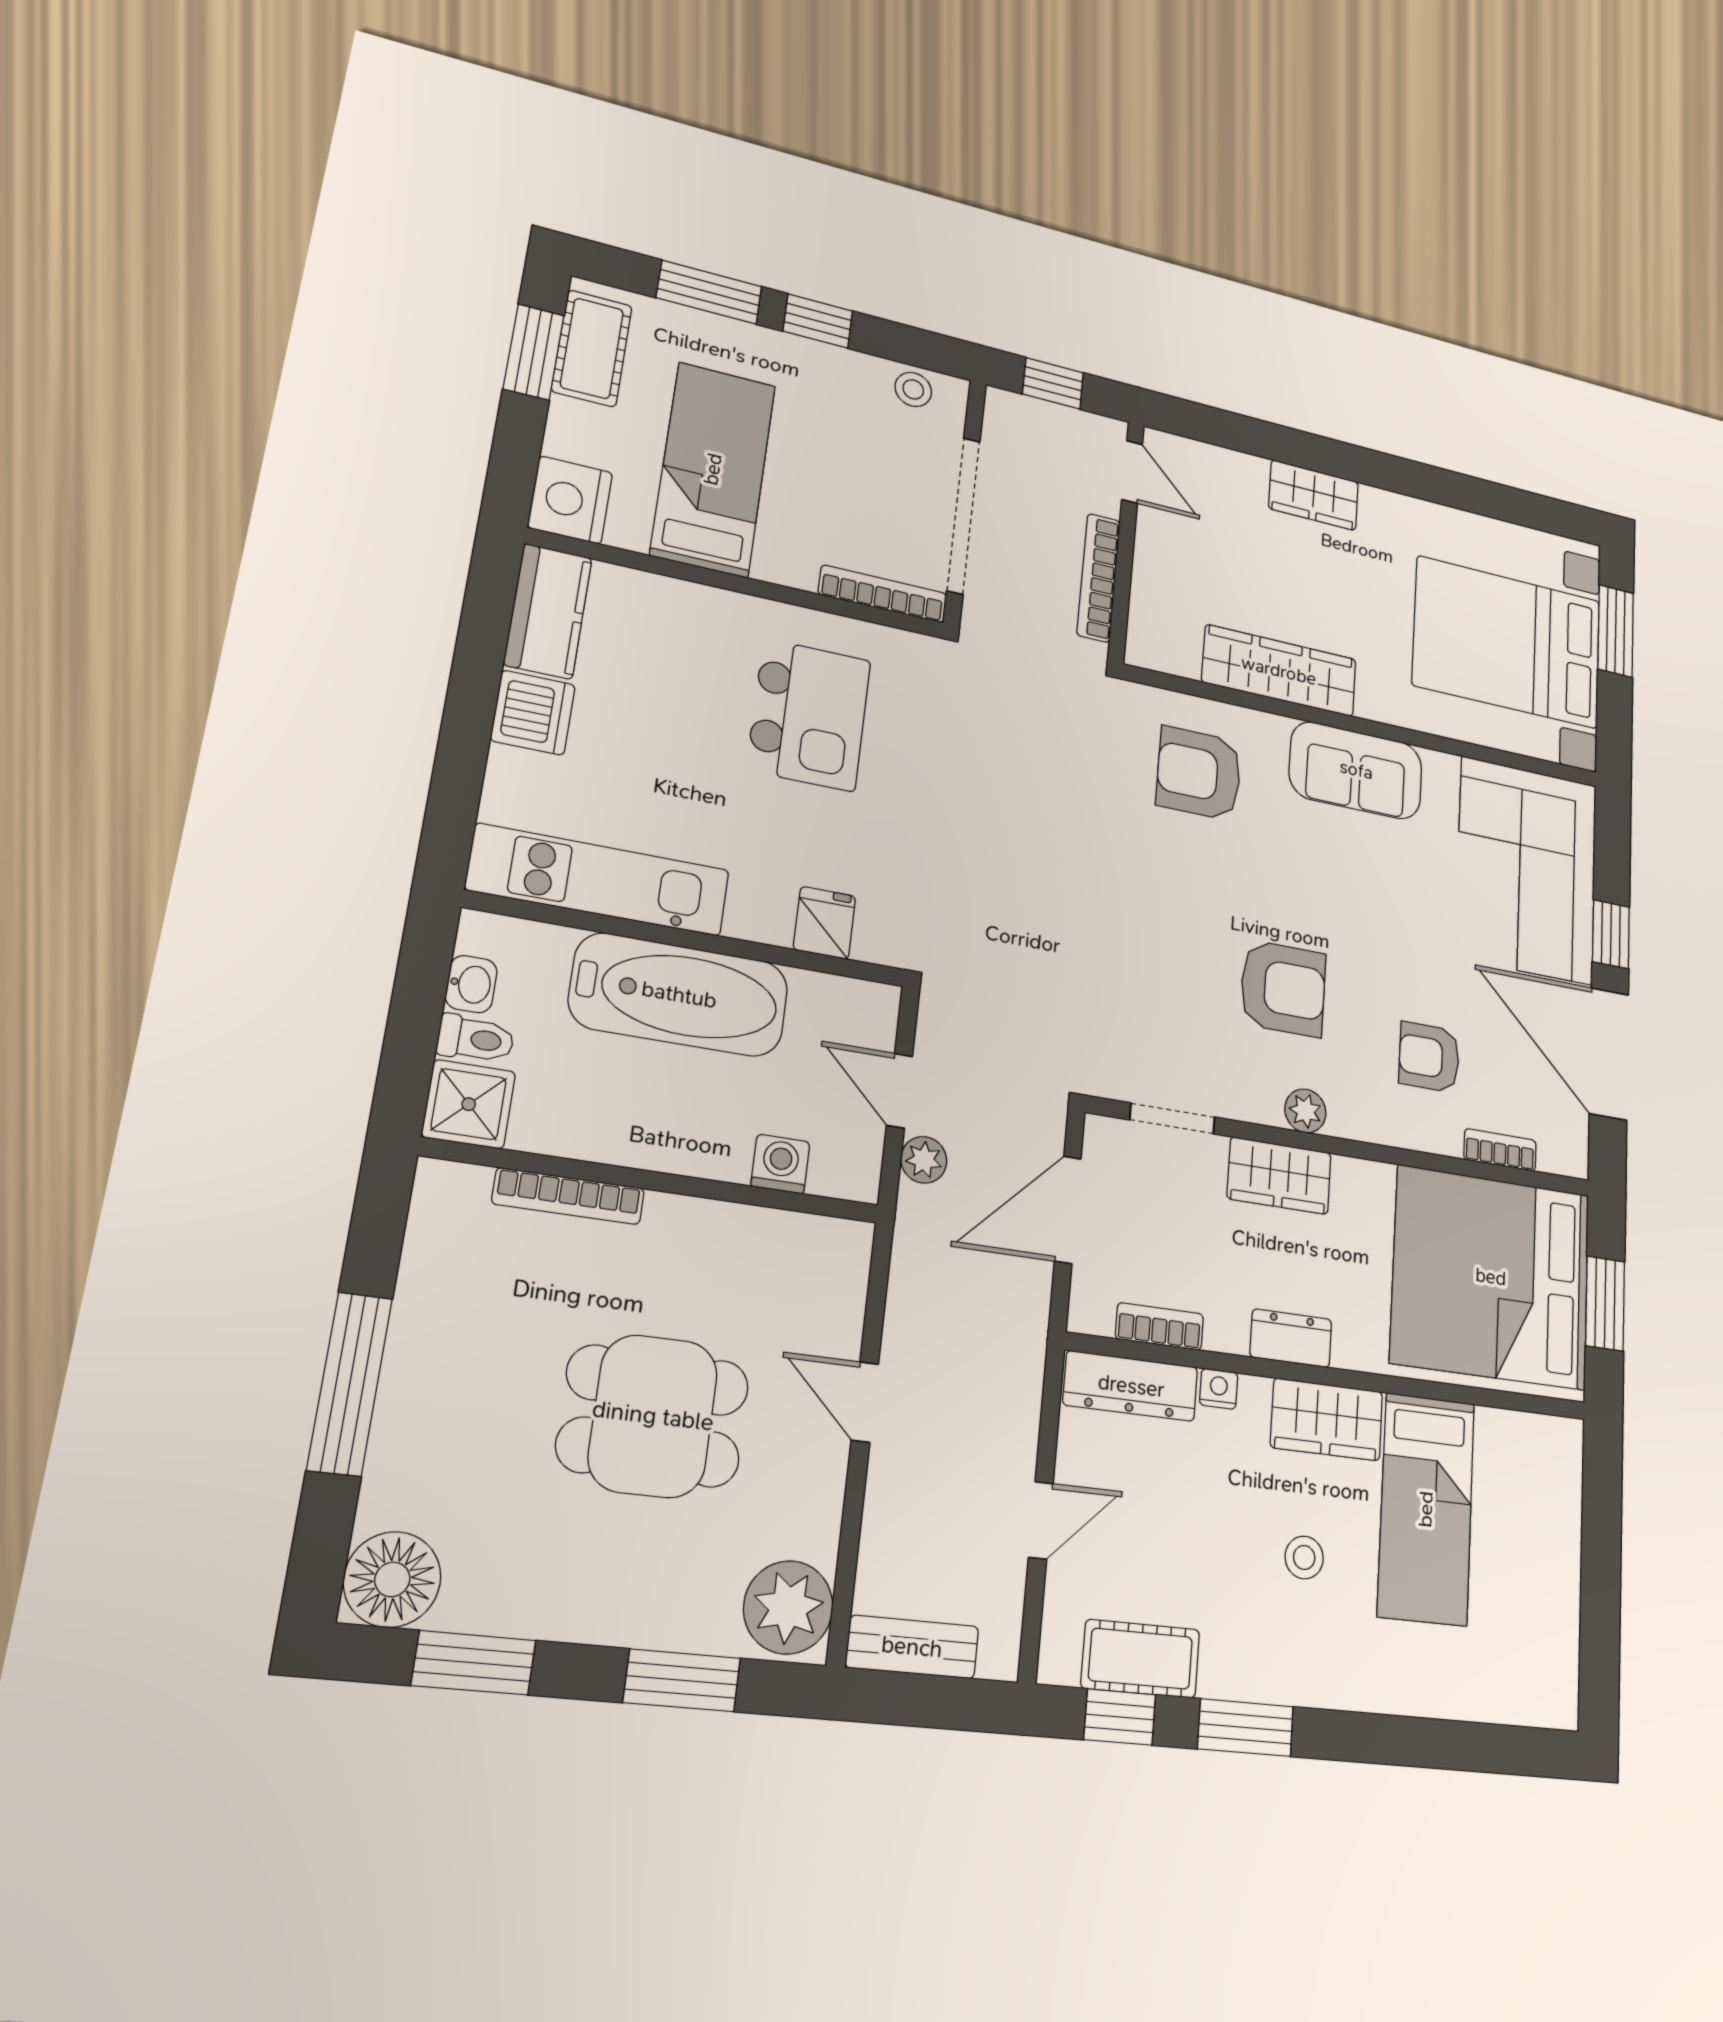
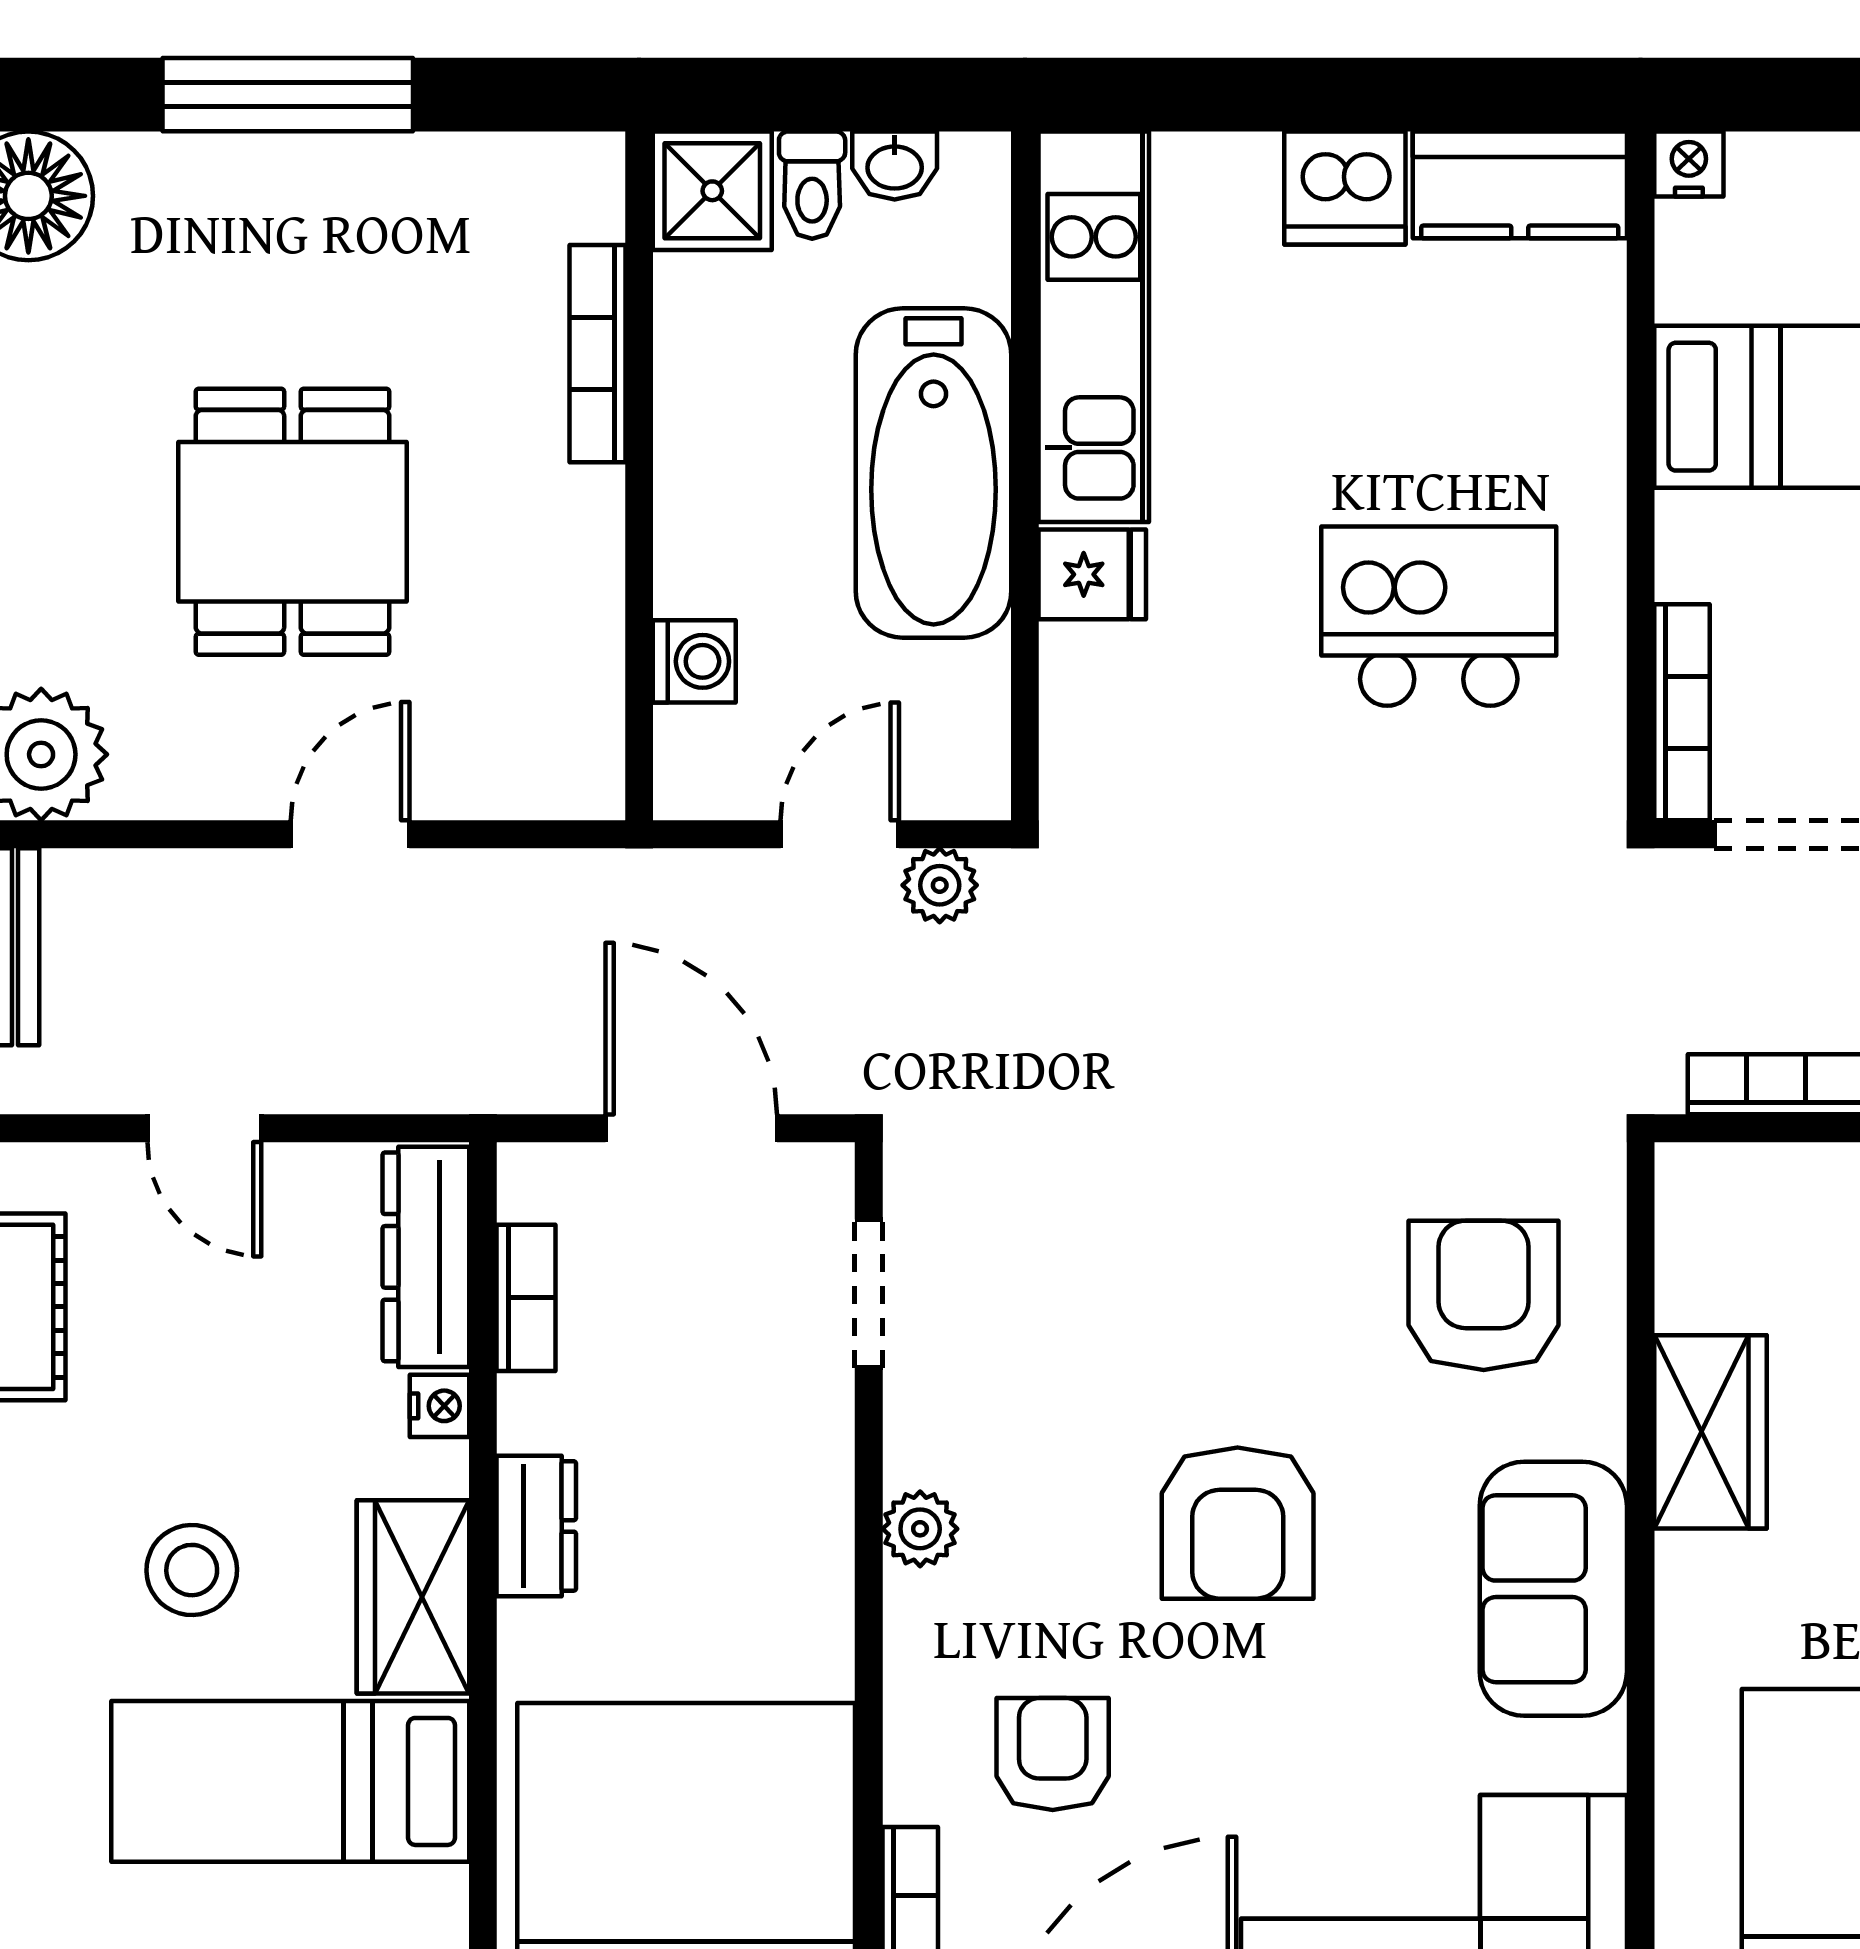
nightstand: (570, 500) -> (1689, 164), width x0.53, depth x0.56
wardrobe: (1279, 671) -> (1710, 1432), width x0.67
kitchen island: (809, 715) -> (1439, 616), turned 180
fridge: (824, 923) -> (1092, 574), moved
armchair: (1283, 988) -> (1238, 1523), moved
plant: (924, 1160) -> (940, 885), moved
wardrobe: (1279, 1176) -> (802, 1489), removed
stool: (1304, 1557) -> (192, 1570), width x1.37, depth x1.37

